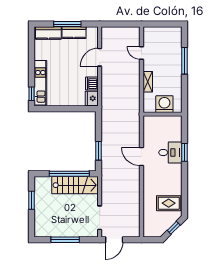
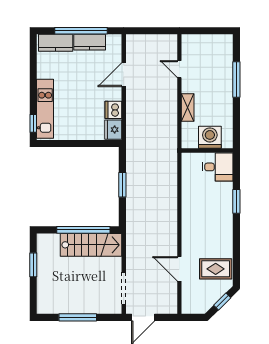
window: (67, 24) -> (81, 31), width x1.46
window: (99, 151) -> (122, 185), moved
desk: (170, 153) -> (218, 167), moved
door: (141, 157) -> (179, 269), moved

